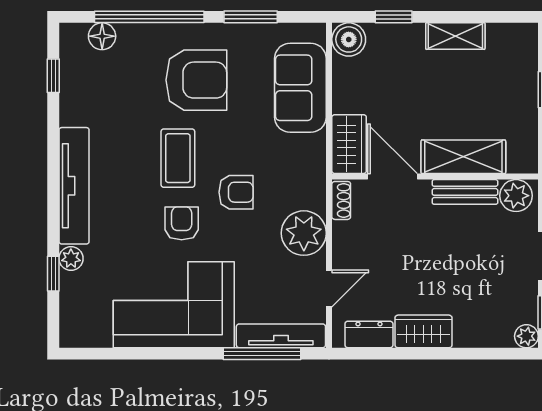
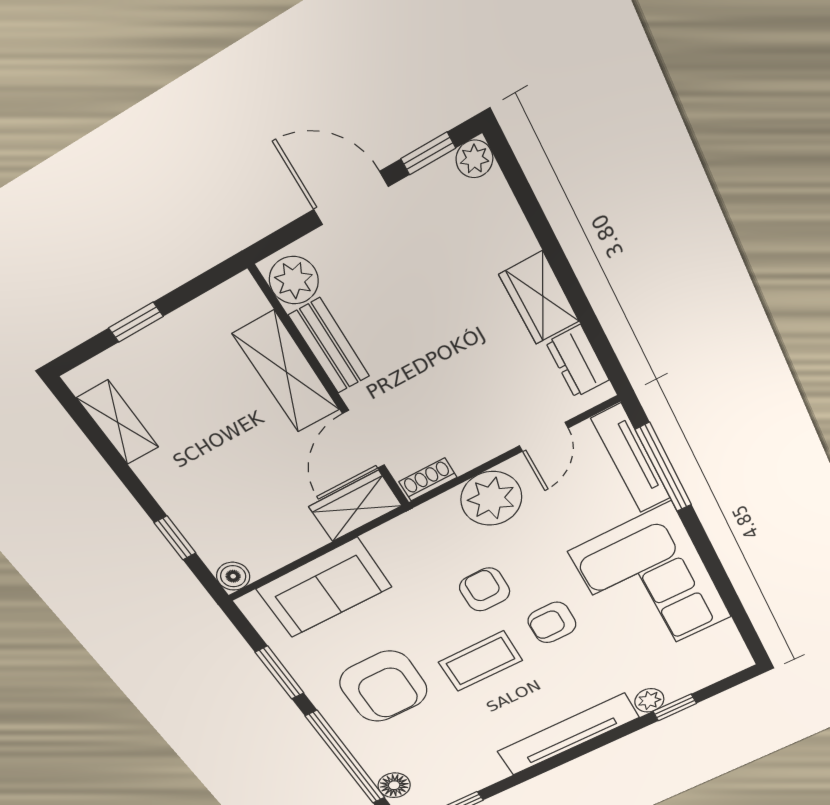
shelving: (455, 36) -> (118, 423), moved
boiler: (349, 39) -> (233, 576), width x0.73, depth x0.73
armchair: (196, 80) -> (383, 686), turned 180
door: (329, 288) -> (544, 437), swing flipped

